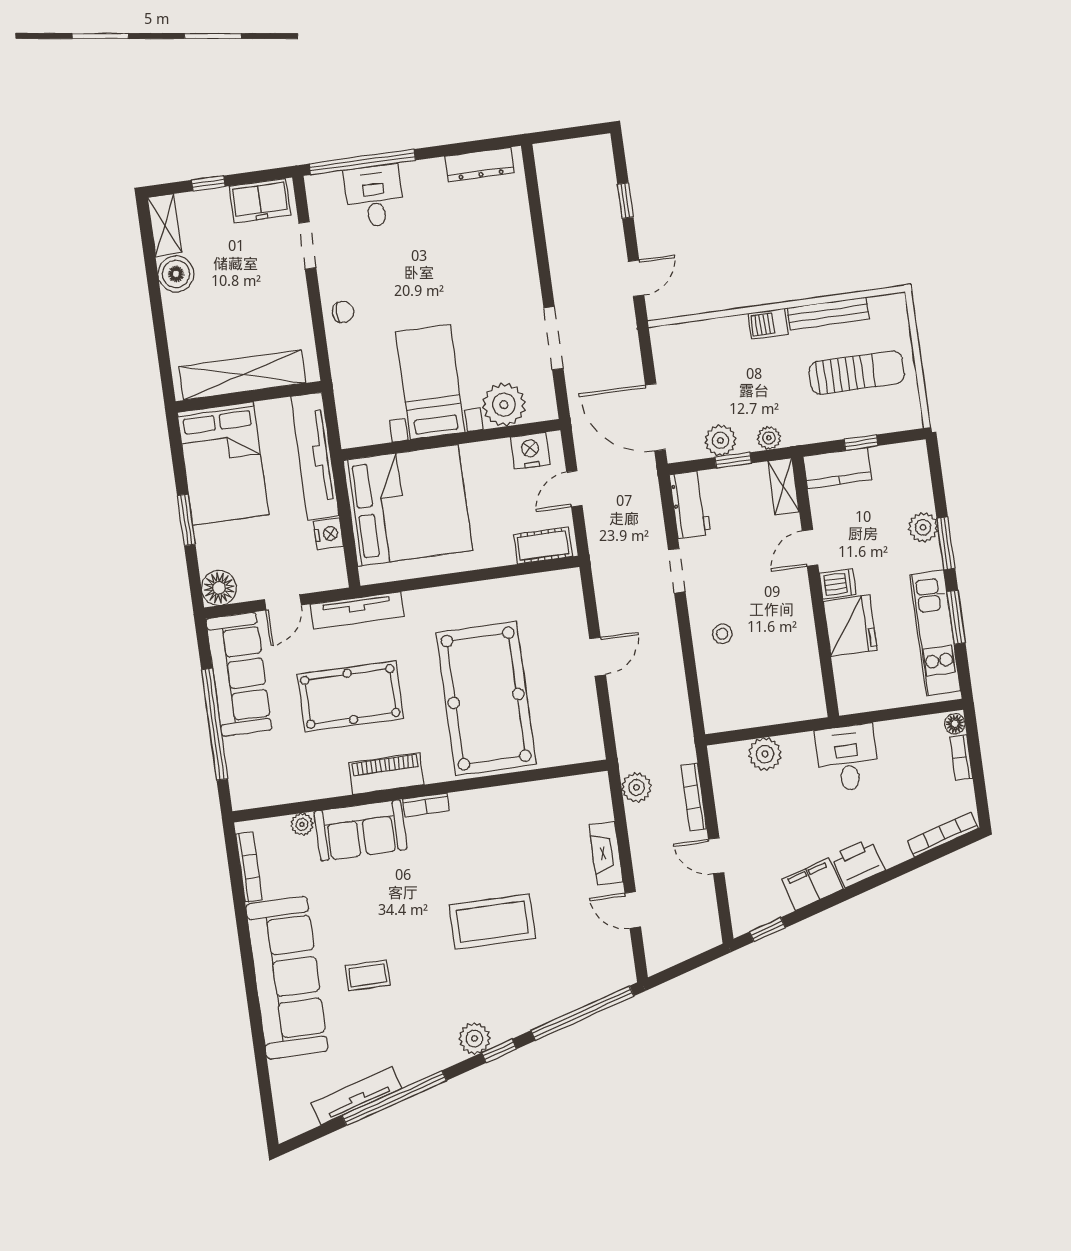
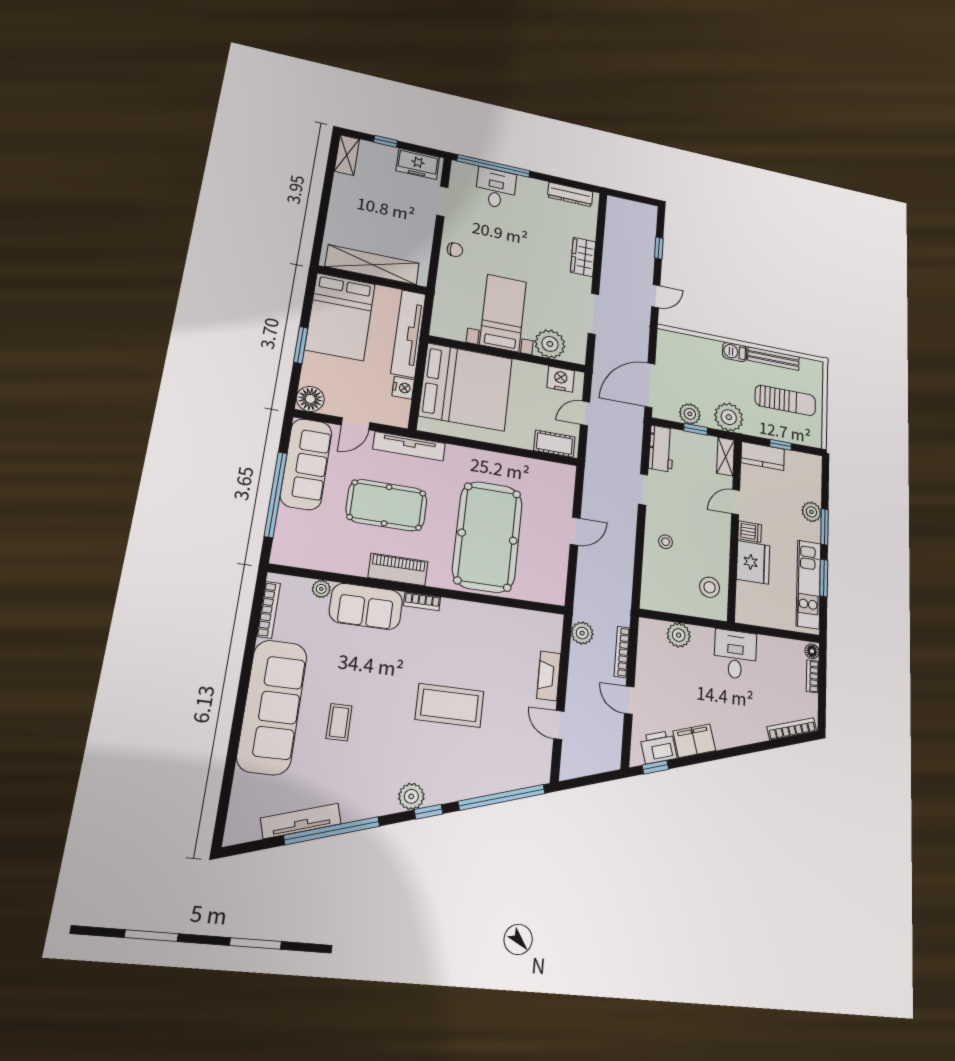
wardrobe: (520, 256) -> (583, 257), added
boiler: (176, 274) -> (345, 187), removed
door: (655, 417) -> (650, 385), hinge flipped
plant: (769, 438) -> (729, 417), width x1.87, depth x1.87
stool: (795, 678) -> (710, 587), added
printer: (858, 863) -> (658, 747), moved
coffee table: (368, 975) -> (339, 722), turned 90

